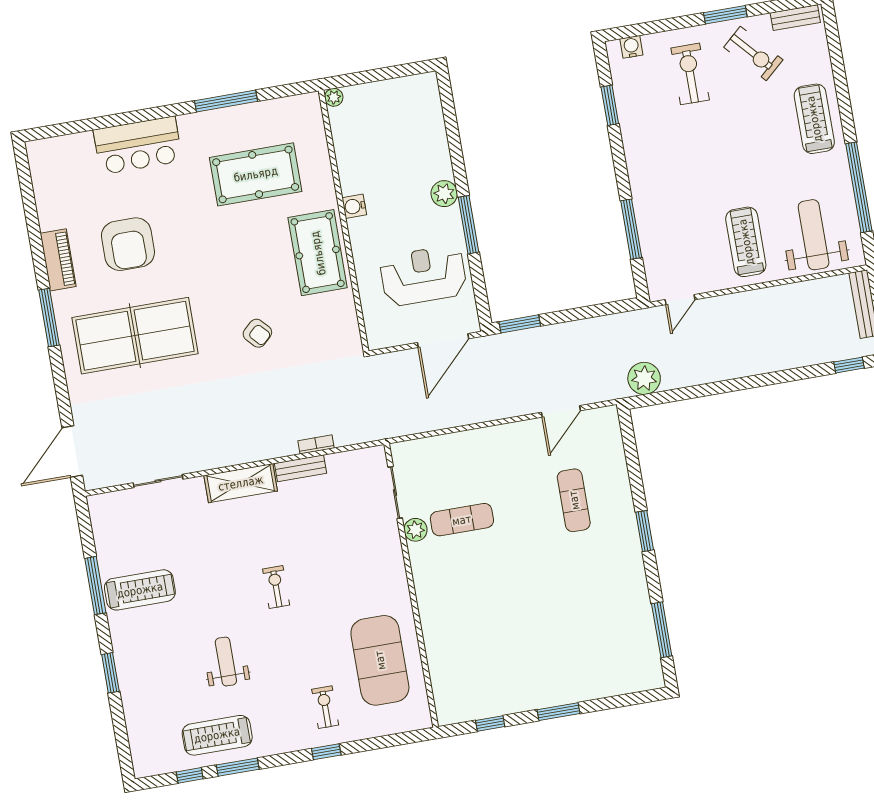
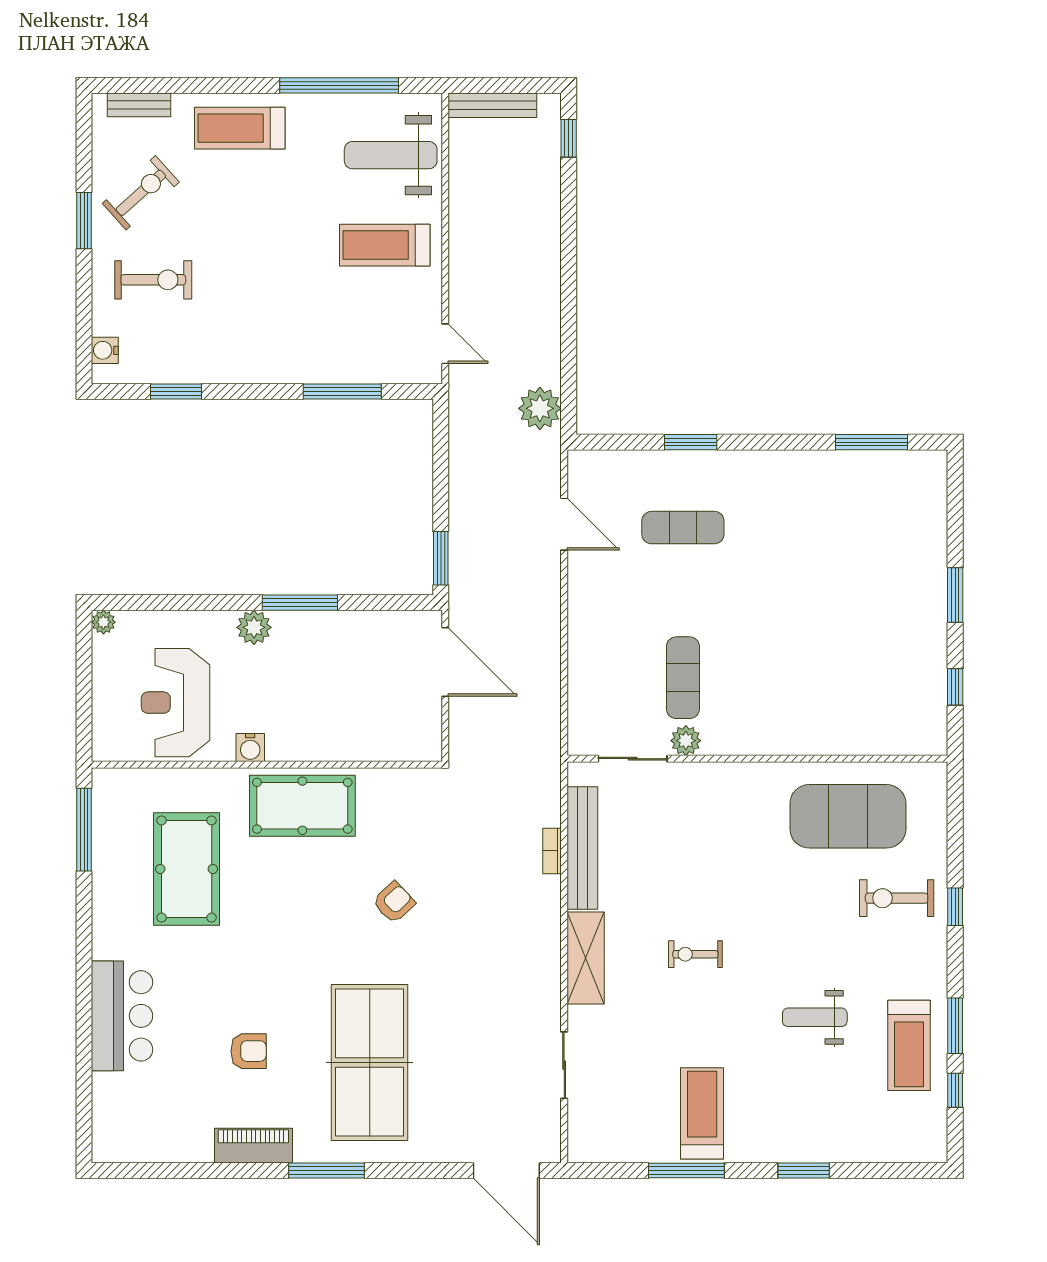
bench: (795, 18) -> (139, 105), moved, turned 90
exercise bike: (690, 74) -> (153, 280), turned 180
plant: (334, 97) -> (103, 622), moved
window: (226, 101) -> (84, 830), moved
armchair: (128, 244) -> (249, 1051), width x0.53, depth x0.53
reception desk: (423, 276) -> (176, 703), moved
bench: (301, 468) -> (582, 848), width x1.86, depth x1.21
window: (645, 531) -> (691, 442), moved
exercise bike: (276, 587) -> (695, 954), moved
exercise bike: (325, 707) -> (897, 898), width x1.38, depth x1.39

